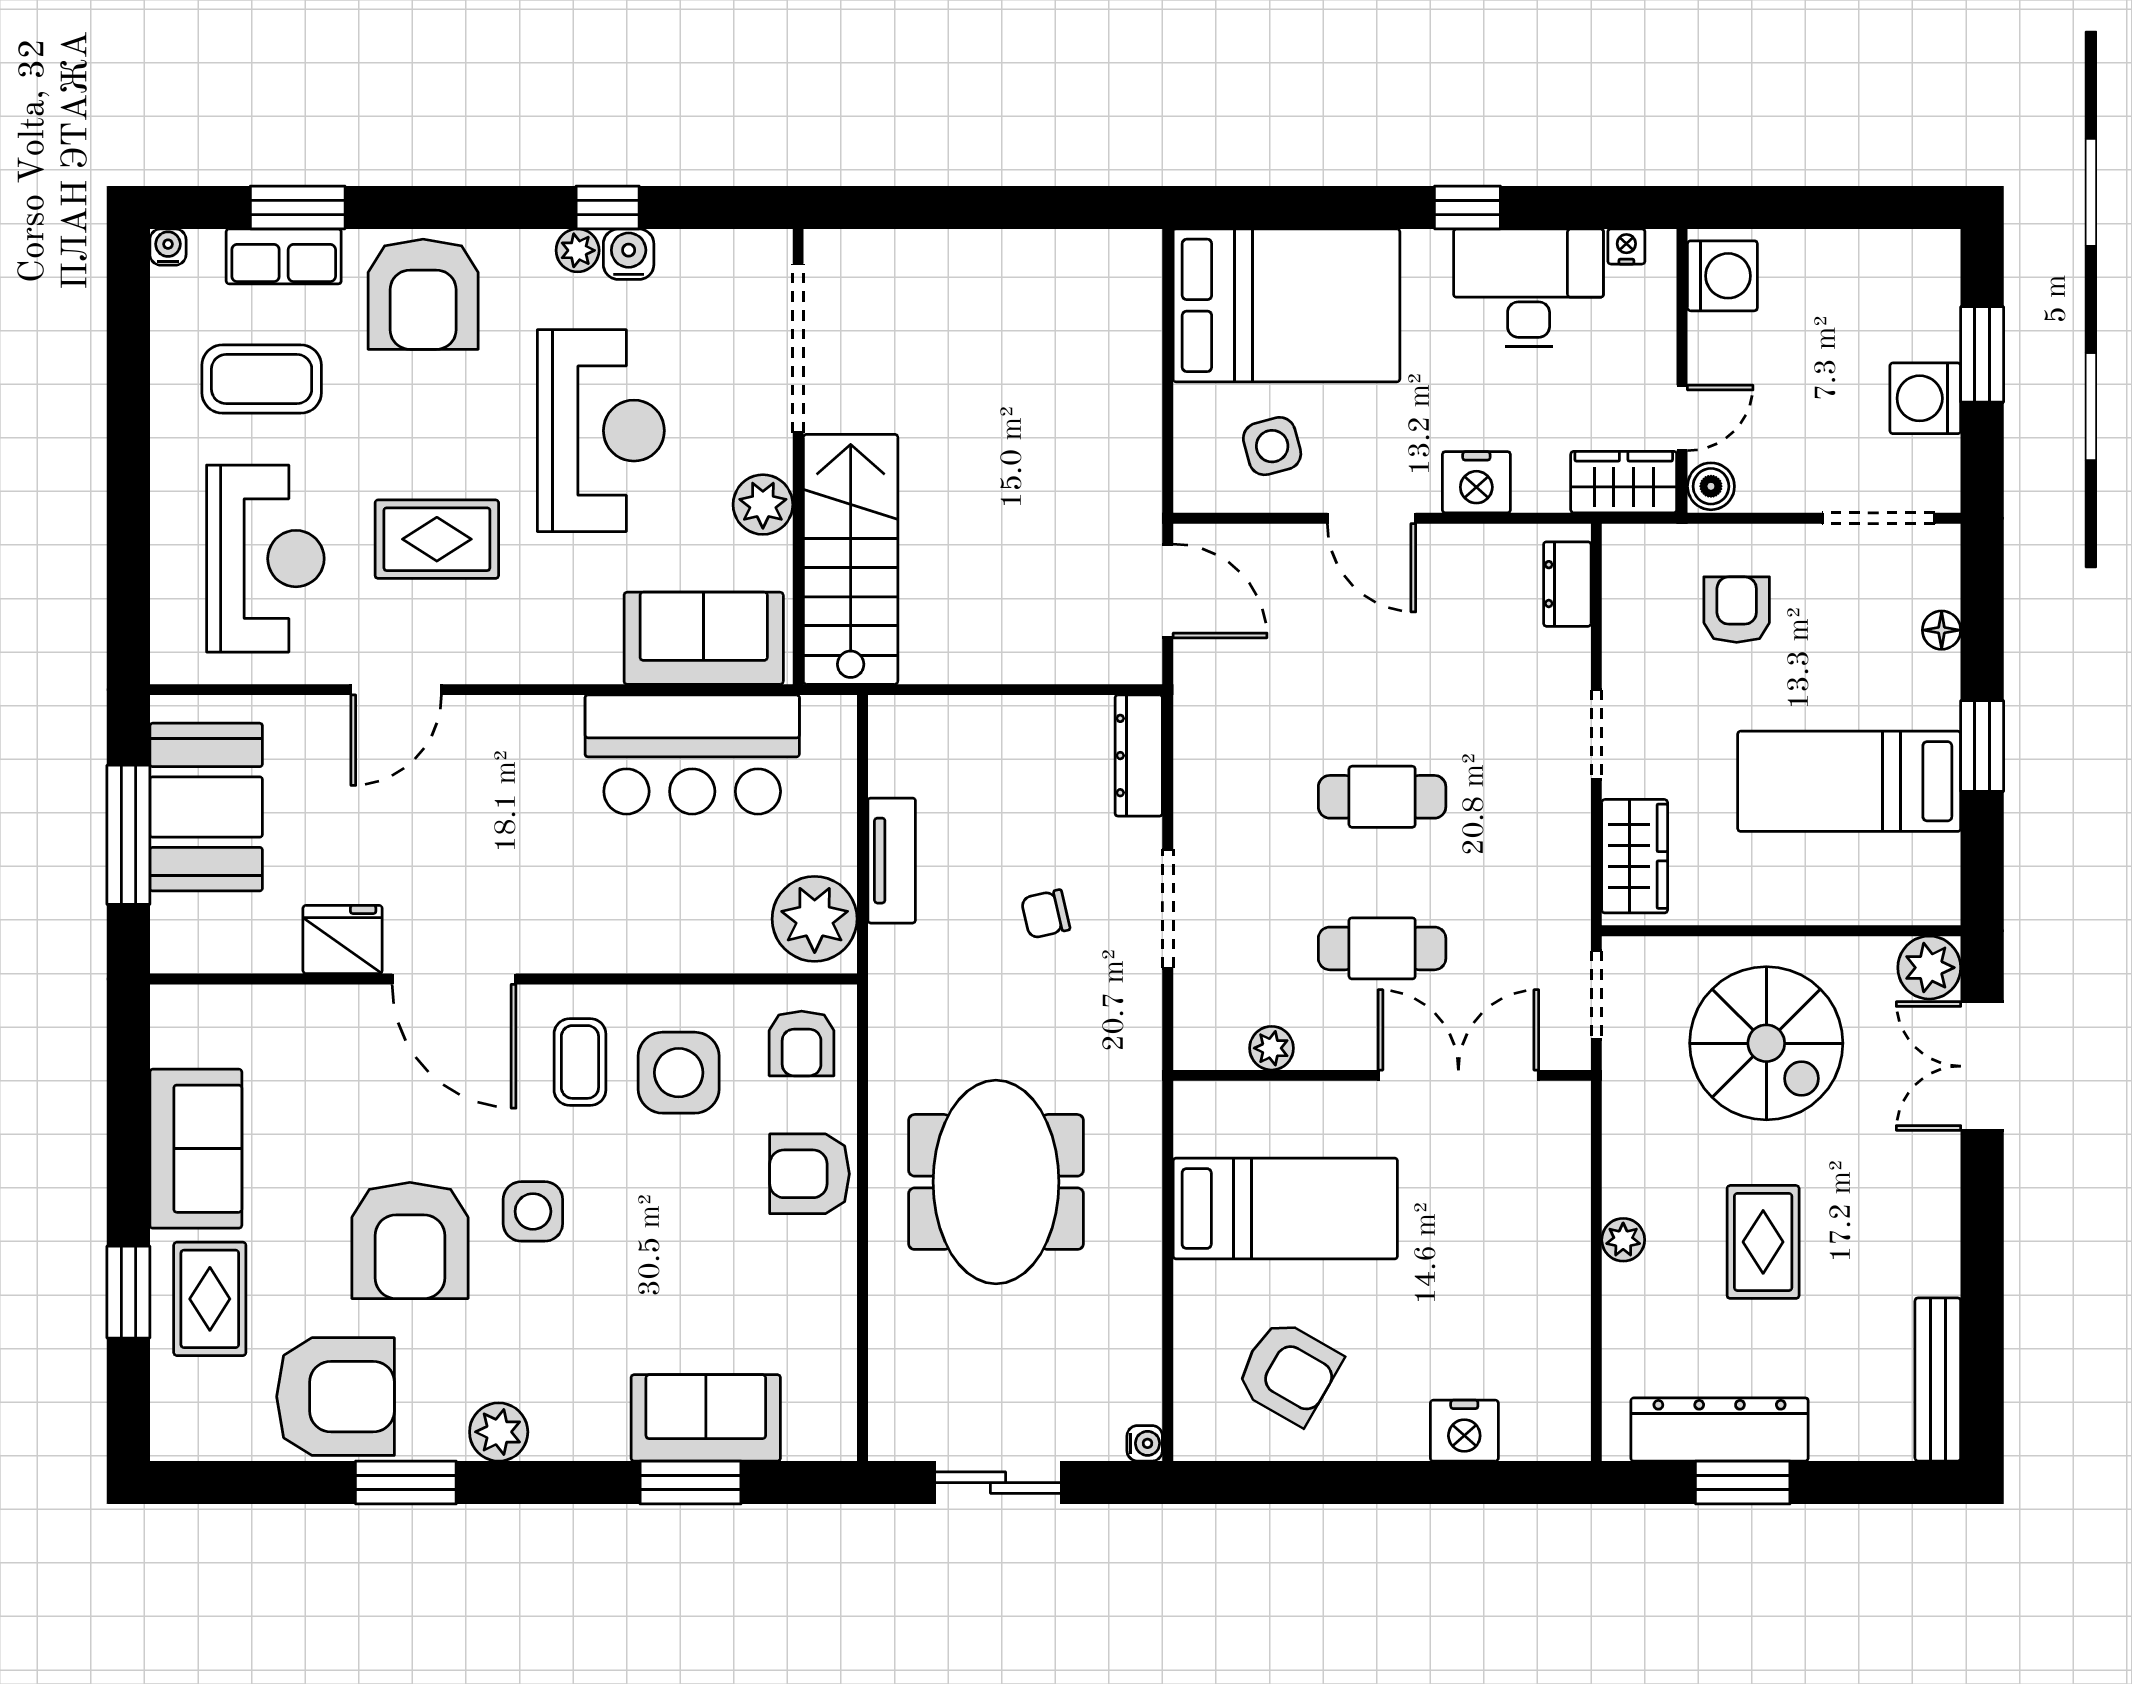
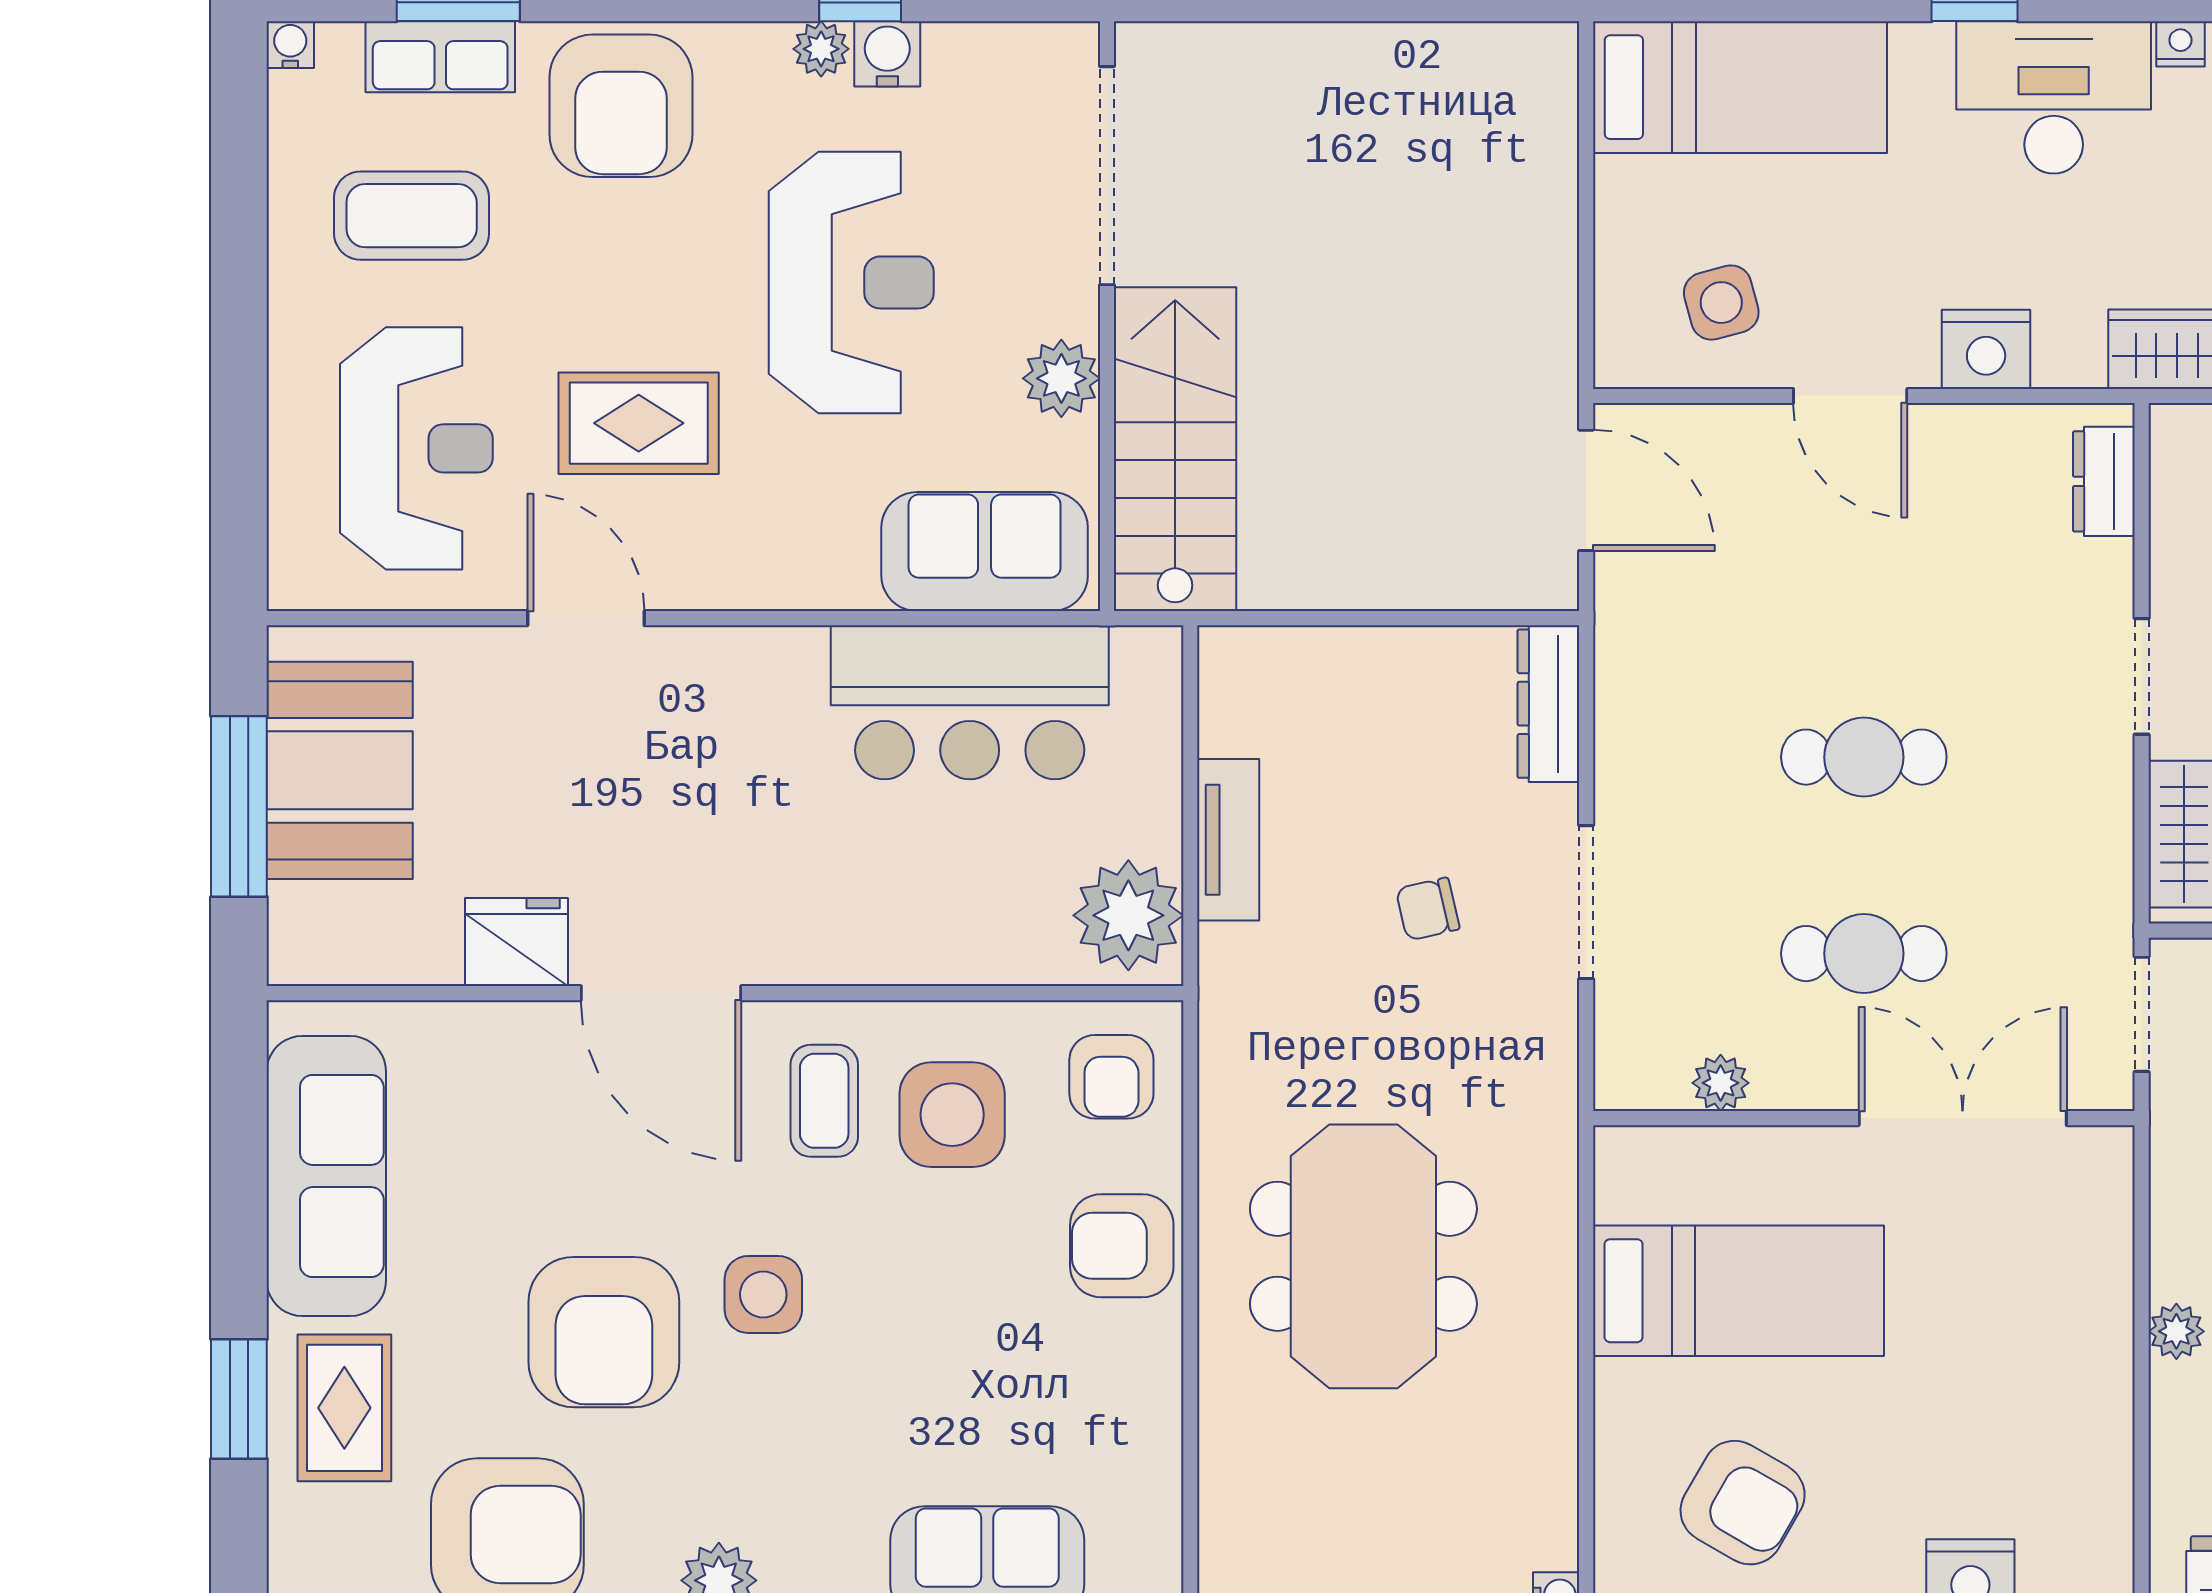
bed: (1286, 305) -> (1740, 87), width x0.67
door: (396, 690) -> (586, 618), swing flipped
sofa: (196, 1149) -> (326, 1176), width x1.36

